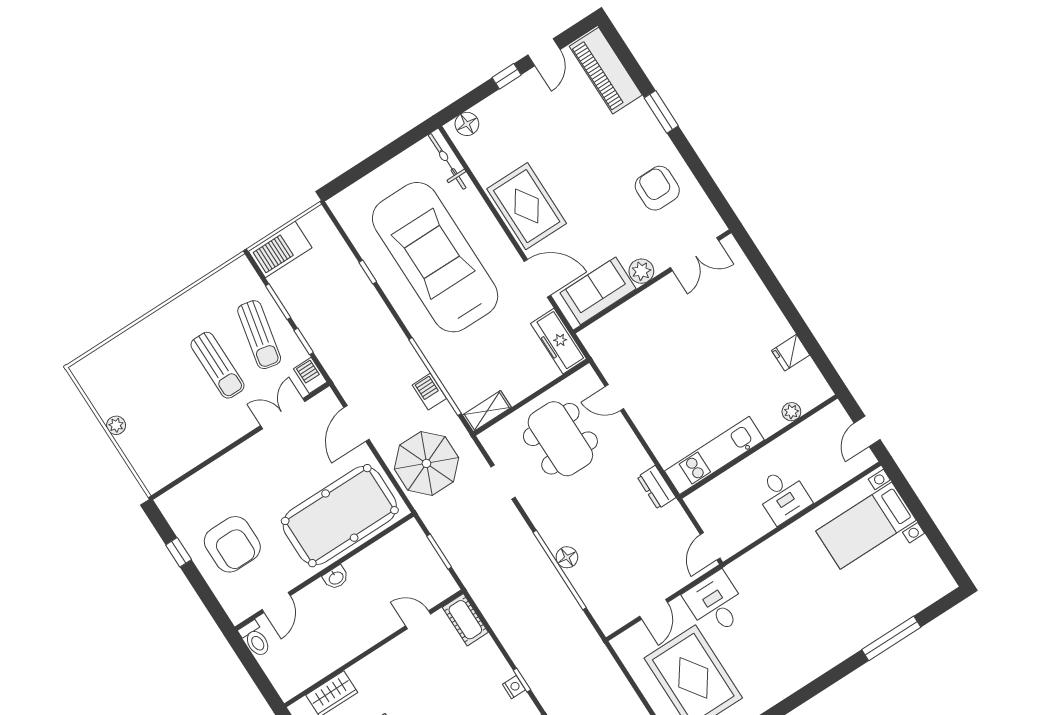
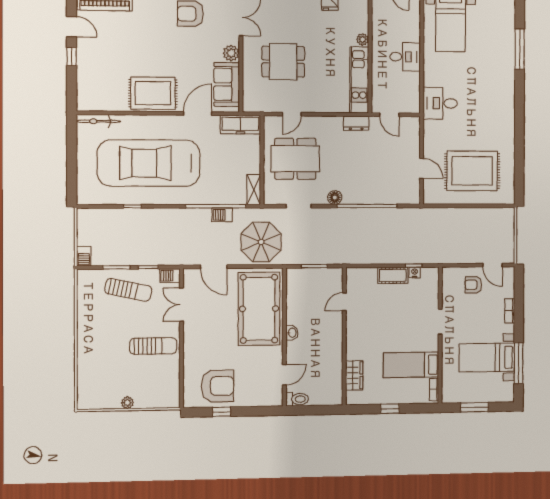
floor lamp: (467, 124) -> (84, 96), removed
barbecue: (280, 249) -> (84, 256), width x0.53, depth x0.65
dining table: (674, 344) -> (283, 62), added
sun lounger: (218, 365) -> (153, 346), moved
plant: (791, 412) -> (362, 39), moved
armchair: (232, 544) -> (218, 386), moved
door: (710, 546) -> (389, 115), moved
floor lamp: (567, 557) -> (335, 198), moved
door: (276, 603) -> (284, 375), hinge flipped
desk: (716, 604) -> (440, 103), moved
cot: (465, 620) -> (393, 275), moved

